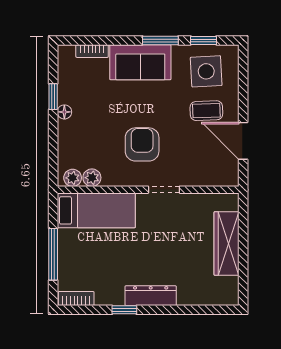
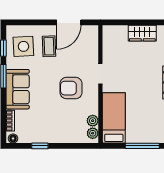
floor lamp: (64, 112) -> (13, 139), moved
wardrobe: (227, 243) -> (142, 33), width x0.67

